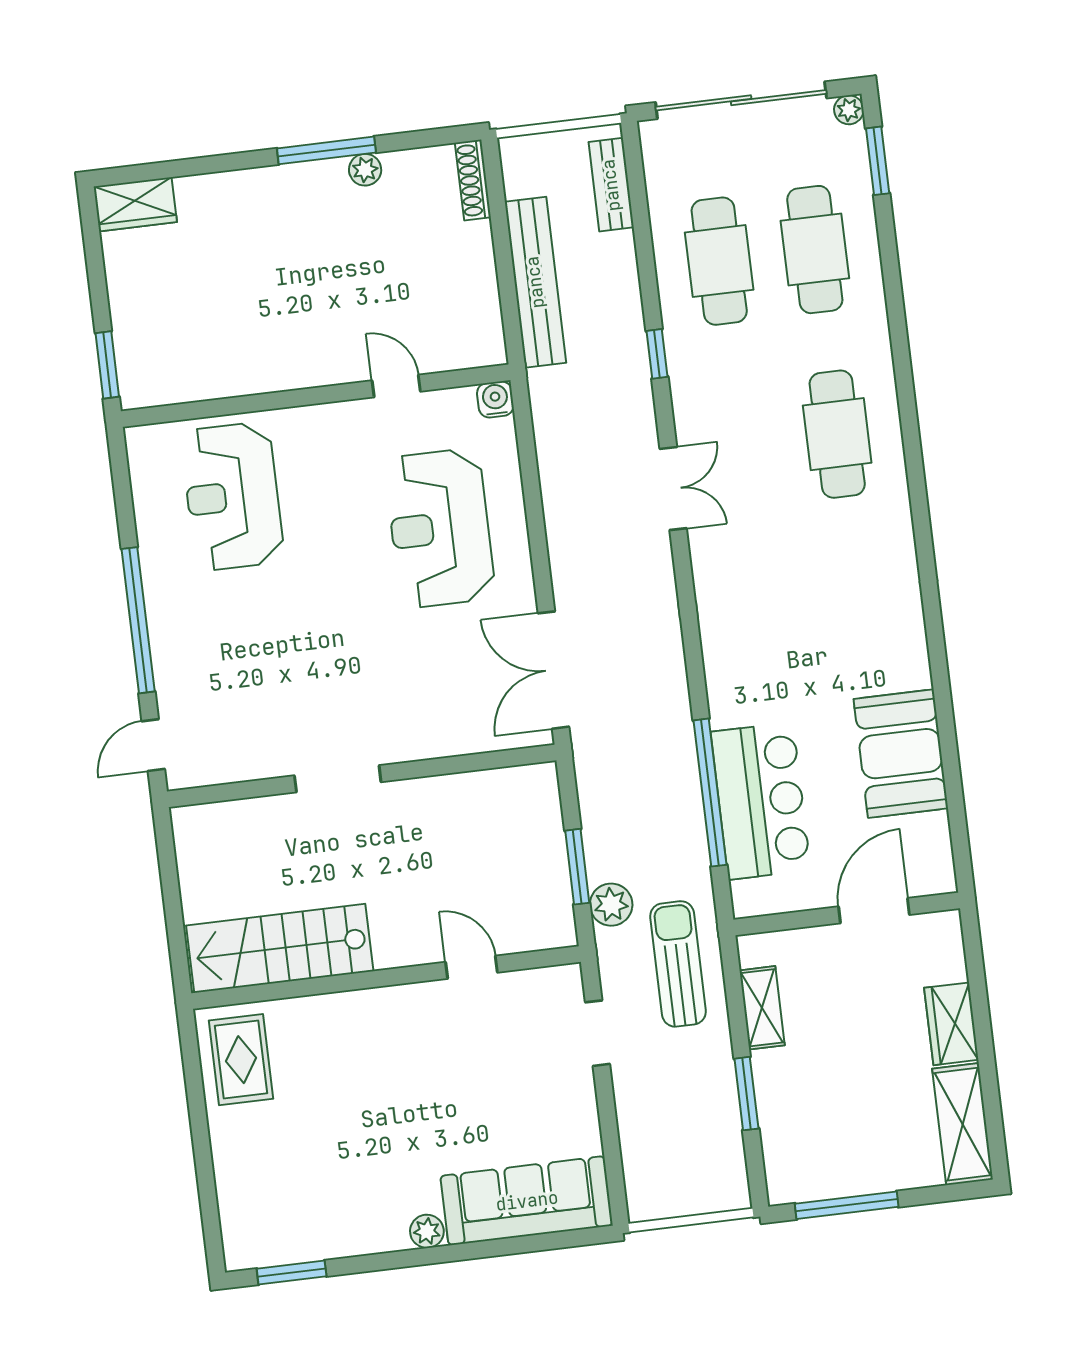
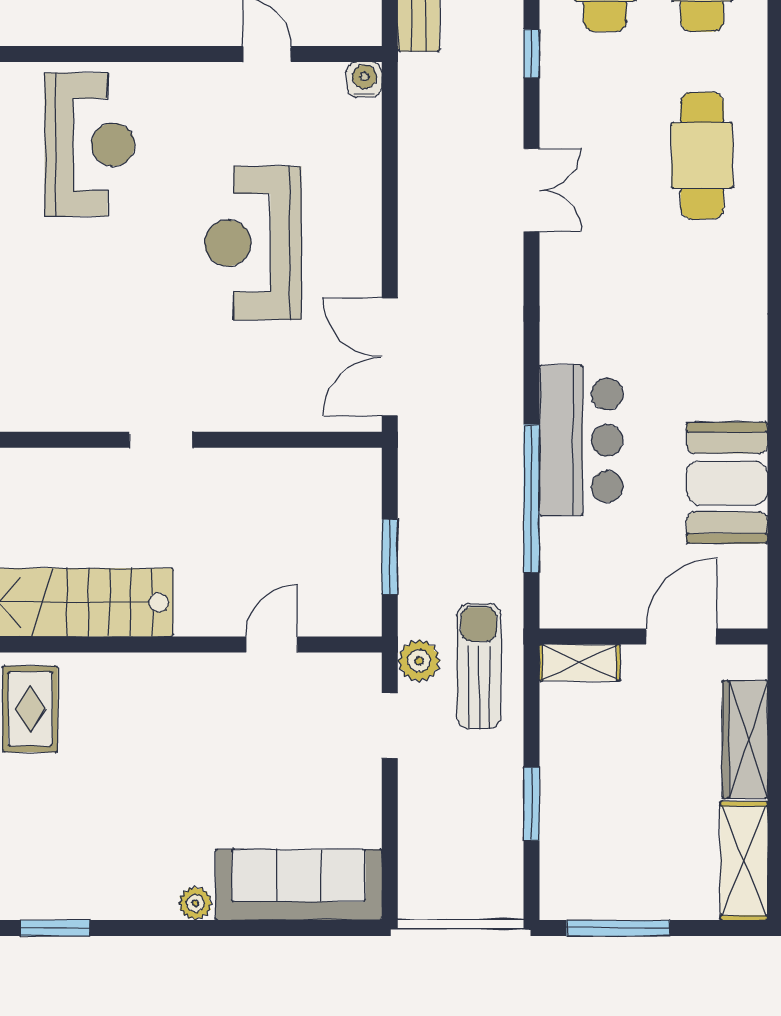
reception desk: (232, 496) -> (90, 145), turned 180
reception desk: (440, 528) -> (253, 243), moved
doorway: (338, 779) -> (161, 440), width x0.73
bar counter: (761, 801) -> (581, 440), moved
plant: (611, 905) -> (419, 661), moved
door: (471, 967) -> (272, 644), hinge flipped
shelving: (762, 1008) -> (580, 663), moved, turned 90
wardrobe: (951, 1024) -> (745, 739), width x1.50

